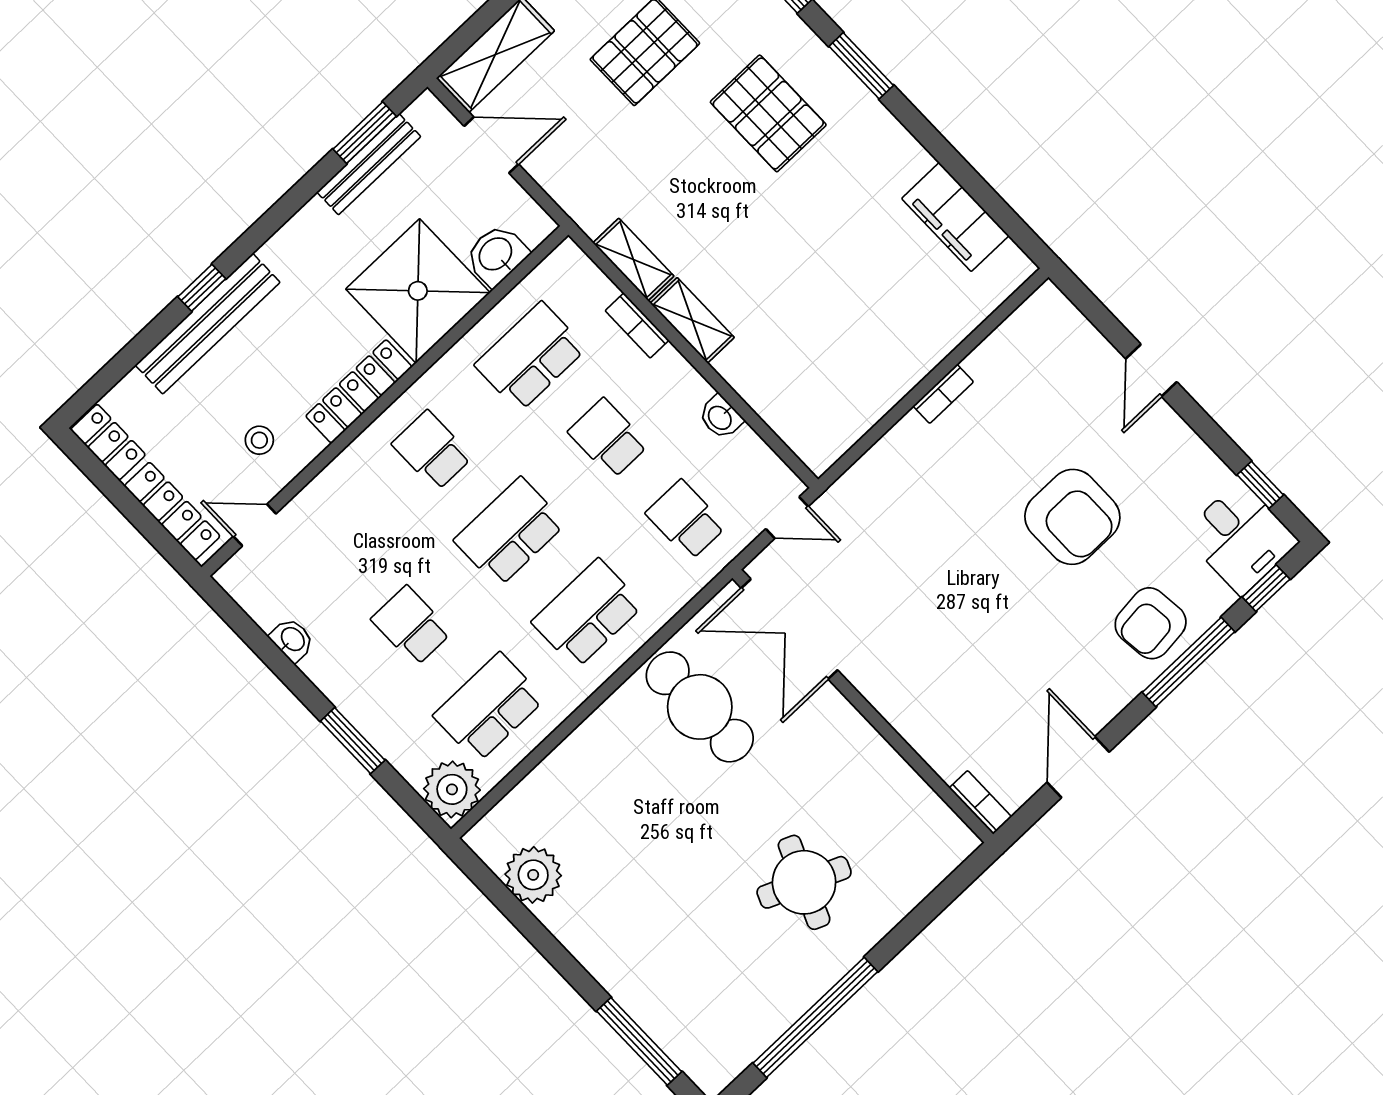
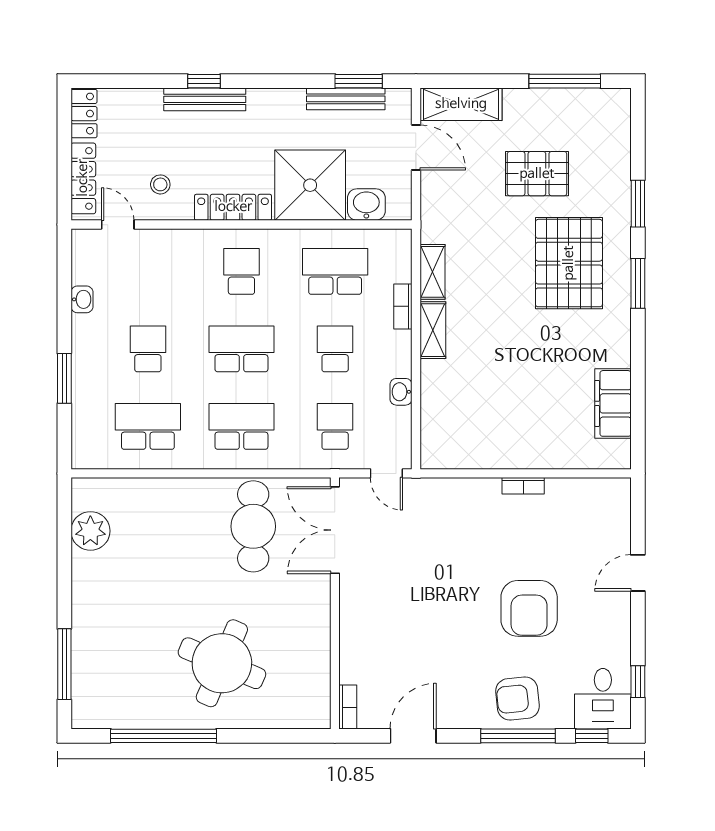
pallet: (768, 113) -> (569, 263), width x1.37, depth x1.41
bench: (208, 324) -> (205, 99), width x0.73, depth x0.82
plant: (452, 789) -> (91, 450), removed
round table: (804, 882) -> (222, 663), width x1.36, depth x1.36

